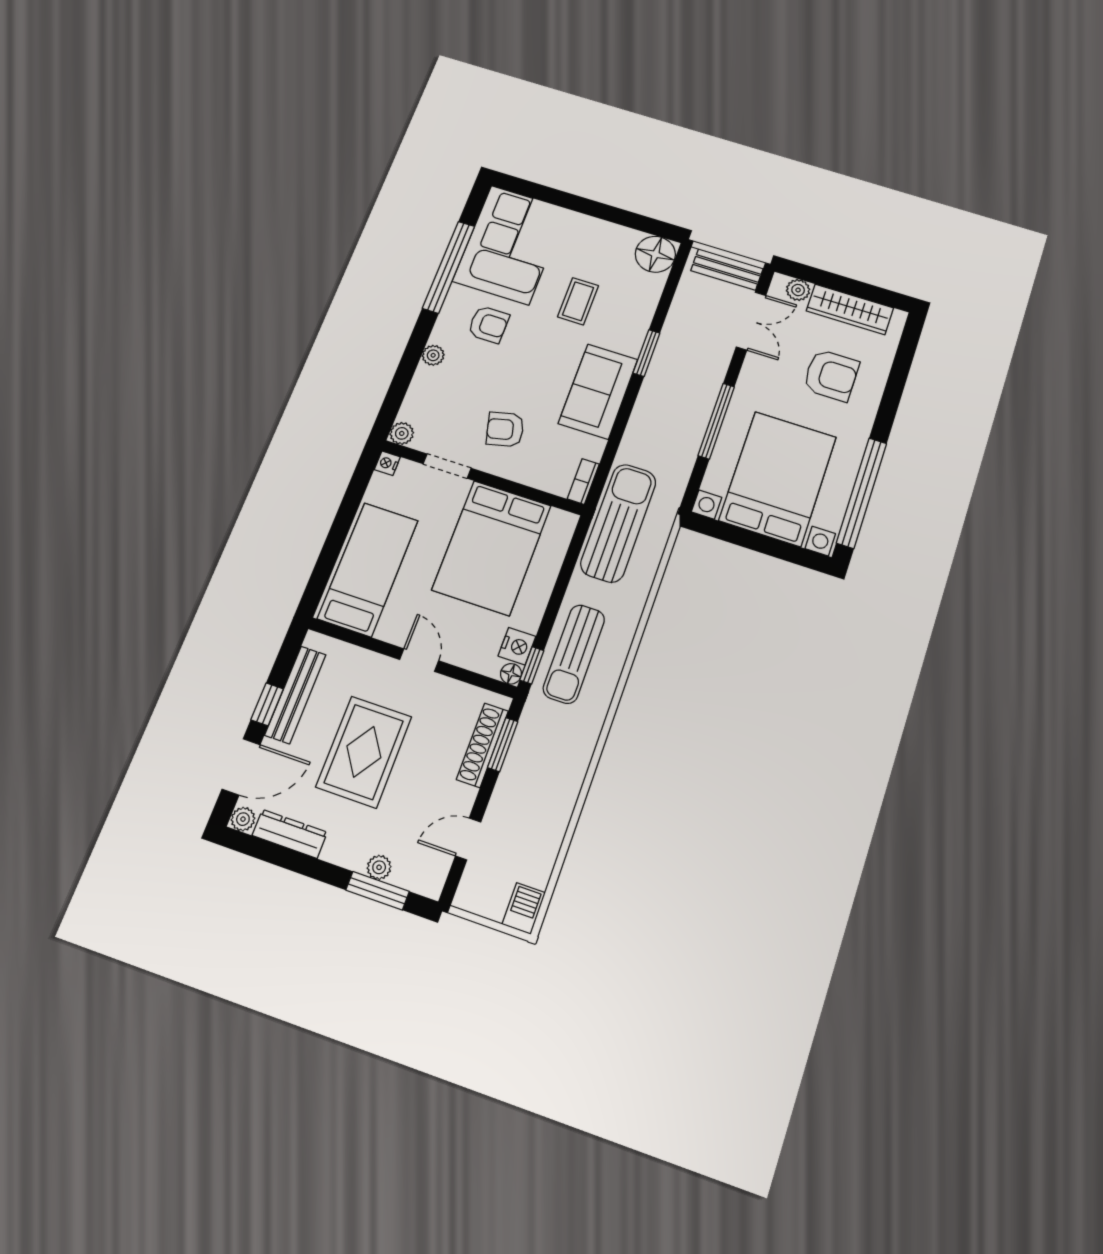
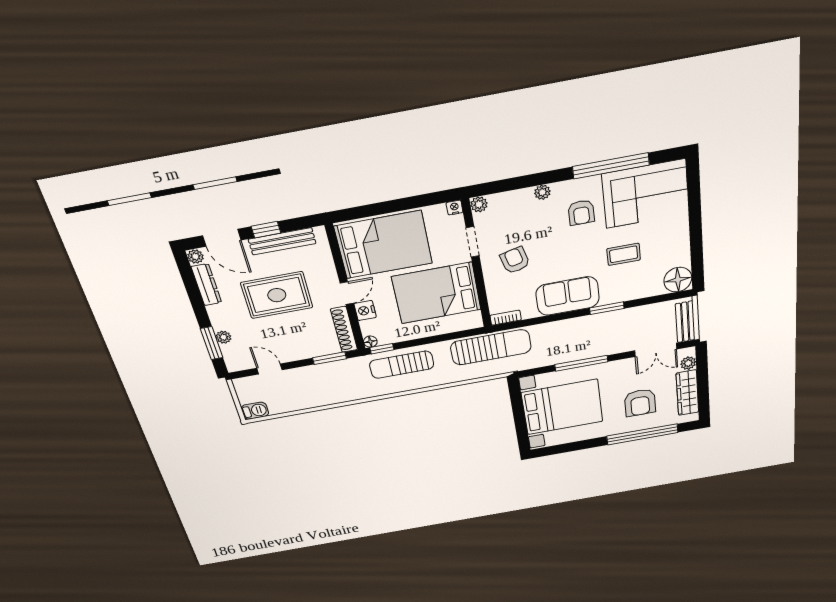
window: (862, 493) -> (642, 434), moved
bed: (368, 569) -> (383, 245), width x1.50
nightstand: (517, 646) -> (365, 310), moved, turned 90
shoe rack: (482, 745) -> (344, 330), moved, turned -90

